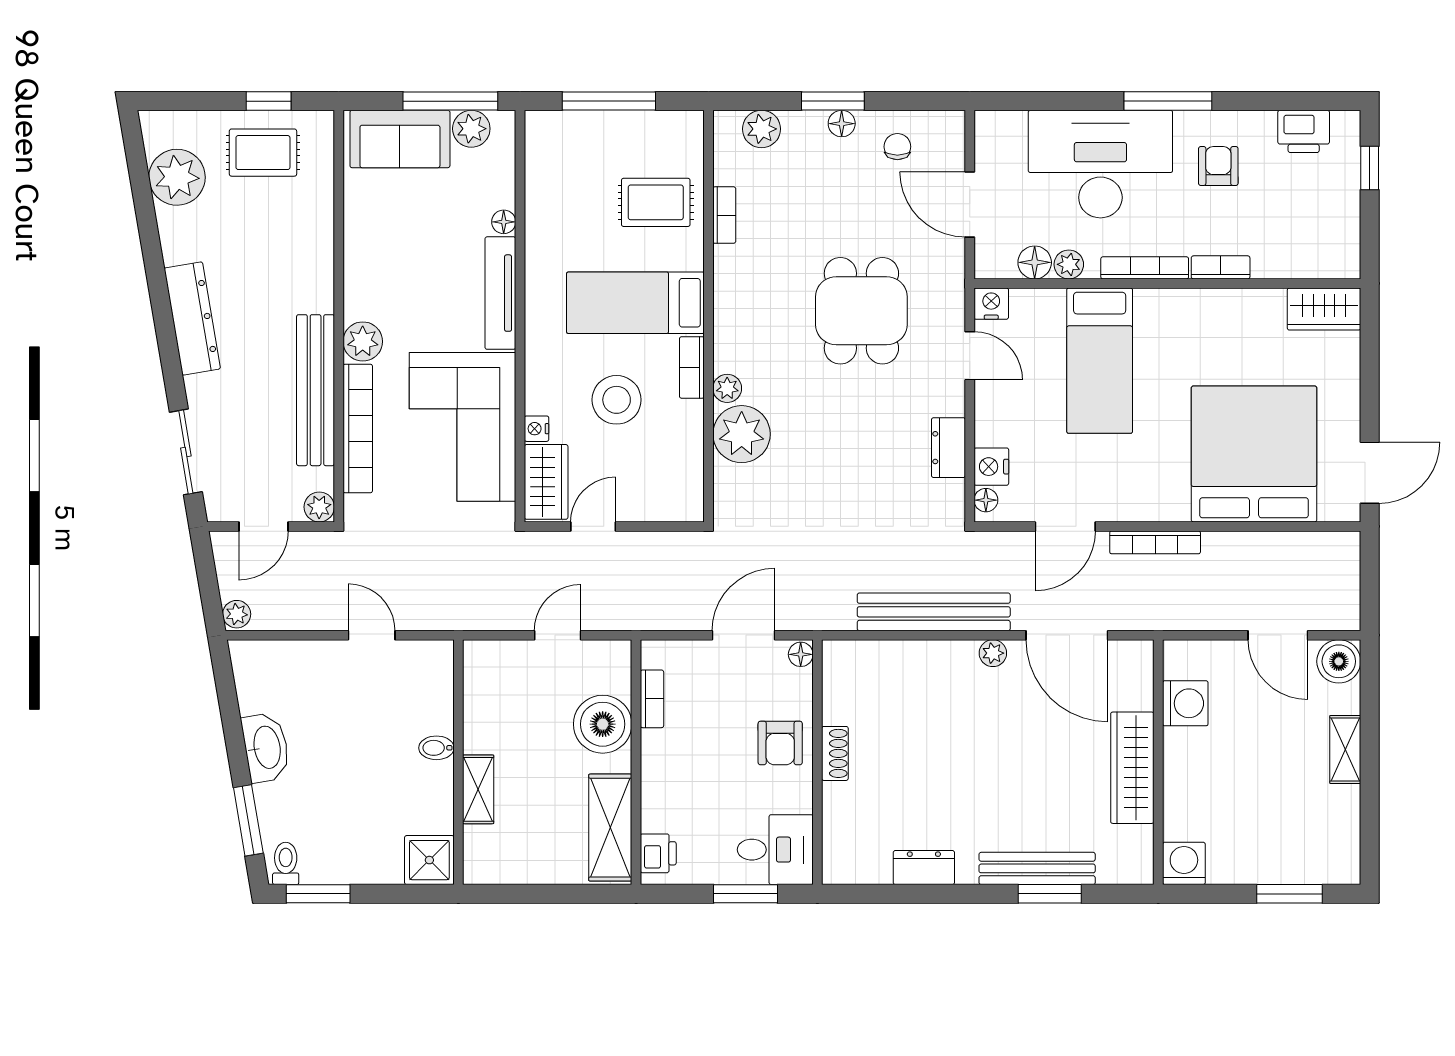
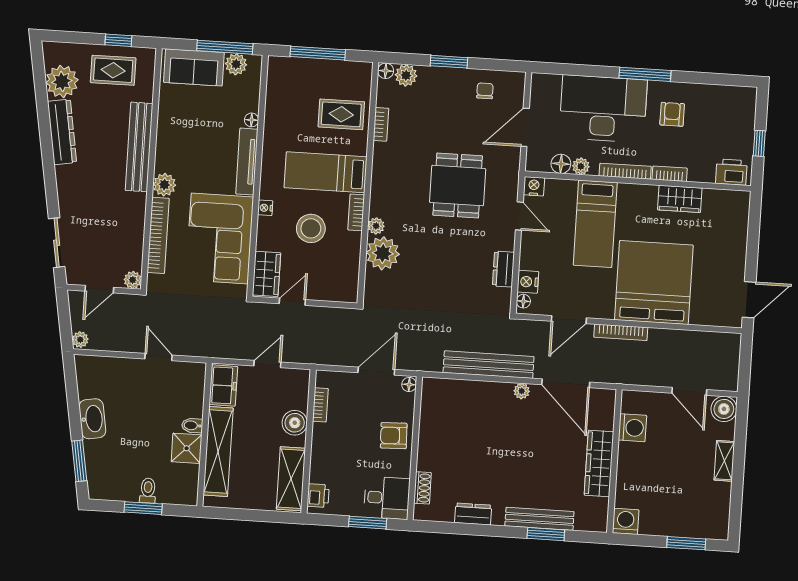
floor lamp: (842, 124) -> (386, 71), moved
printer: (1304, 131) -> (731, 172), moved, turned 180
window: (1370, 168) -> (759, 143), moved
door: (970, 204) -> (525, 127), hinge flipped
wardrobe: (1324, 309) -> (680, 199), moved
dresser: (192, 319) -> (62, 132), moved
bench: (316, 390) -> (139, 147), moved
nightstand: (537, 429) -> (265, 208), moved
bed: (1254, 454) -> (654, 282), moved
freezer: (485, 676) -> (223, 385), added
boiler: (603, 724) -> (295, 423), width x0.73, depth x0.73
armchair: (780, 743) -> (394, 436), turned 88
shoe rack: (835, 753) -> (422, 488), moved
shelving: (478, 789) -> (218, 452), width x2.20, depth x1.33
shower: (429, 860) -> (187, 448), moved
toilet: (286, 863) -> (148, 491), moved
window: (318, 894) -> (143, 508), moved

